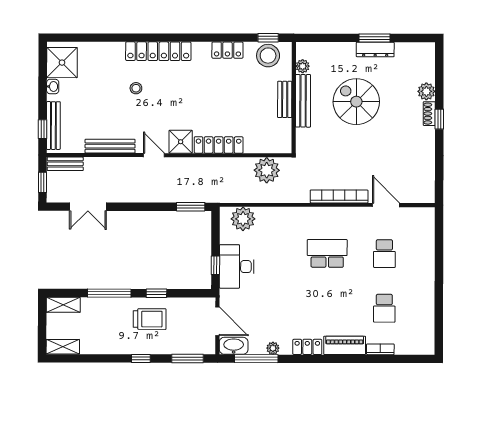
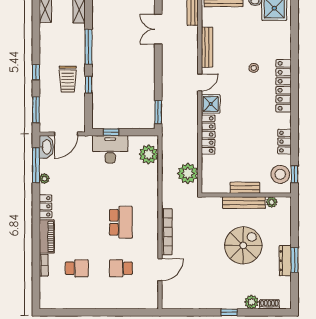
shoe rack: (429, 114) -> (269, 304), moved
school desk: (384, 308) -> (77, 268), turned 180

